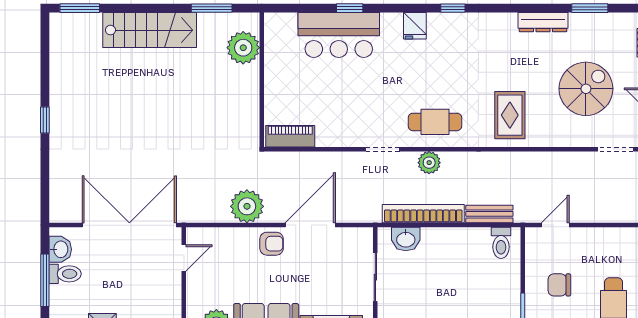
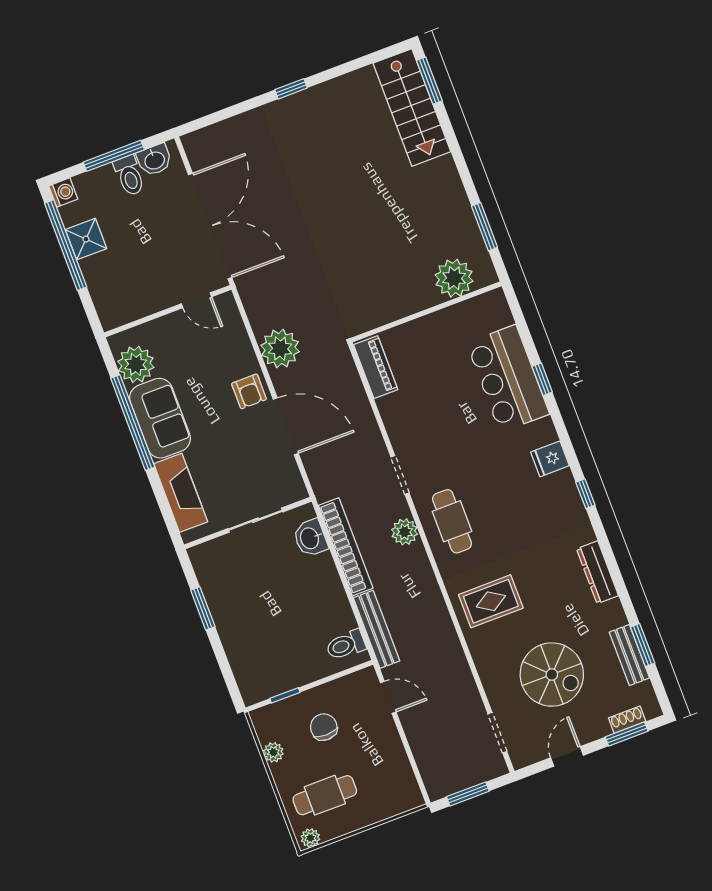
dresser: (543, 22) -> (597, 572), moved
bench: (594, 22) -> (629, 655), added
stairs: (150, 30) -> (412, 107), moved
bench: (489, 214) -> (376, 629), width x1.36

